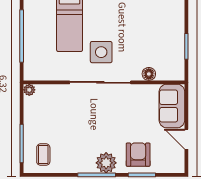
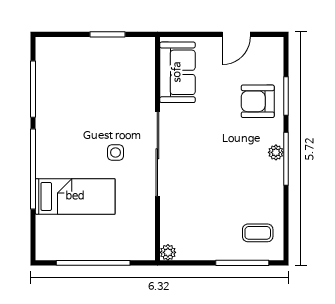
side table: (101, 52) -> (116, 152), width x0.54, depth x0.54
floor lamp: (149, 74) -> (146, 86), removed
sofa: (172, 106) -> (177, 72), moved, turned -90
plant: (106, 163) -> (276, 152), width x0.53, depth x0.53

